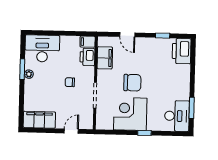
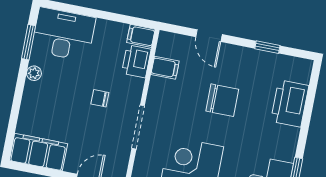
printer: (182, 51) -> (290, 103), moved
filing cabinet: (105, 58) -> (165, 68), width x0.50
window: (22, 69) -> (28, 42), moved
chair: (132, 83) -> (222, 100), moved

